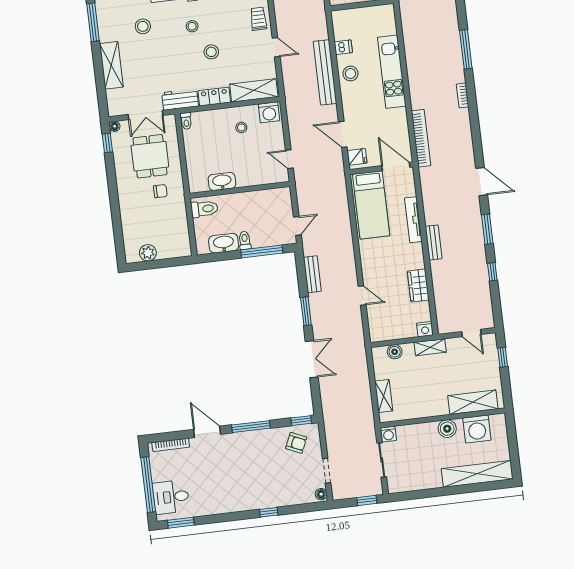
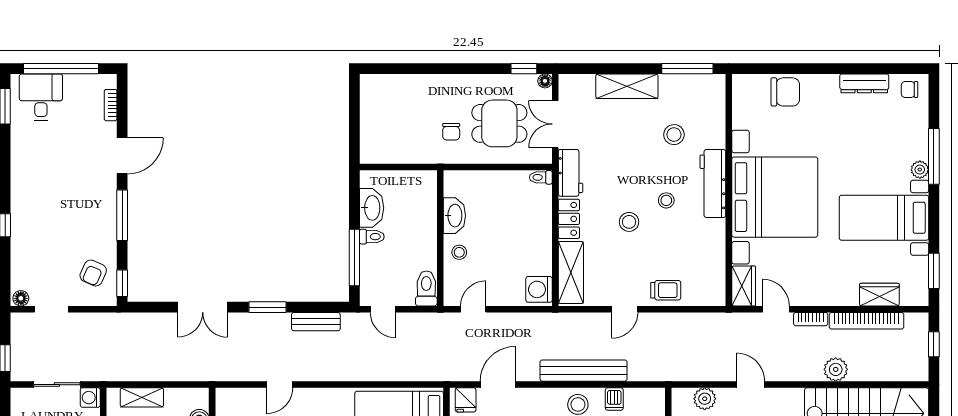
stool: (241, 128) -> (459, 252), moved
toilet: (204, 209) -> (426, 288), moved, turned 180
plant: (148, 253) -> (371, 105), removed
bookcase: (171, 445) -> (111, 105), width x0.64

